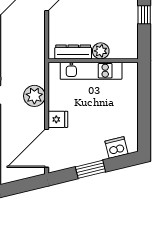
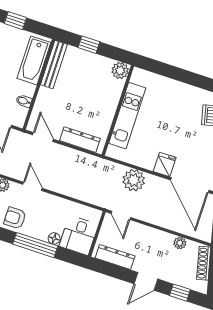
plant: (101, 51) -> (120, 71), moved
dresser: (73, 52) -> (80, 140), moved, turned 90

